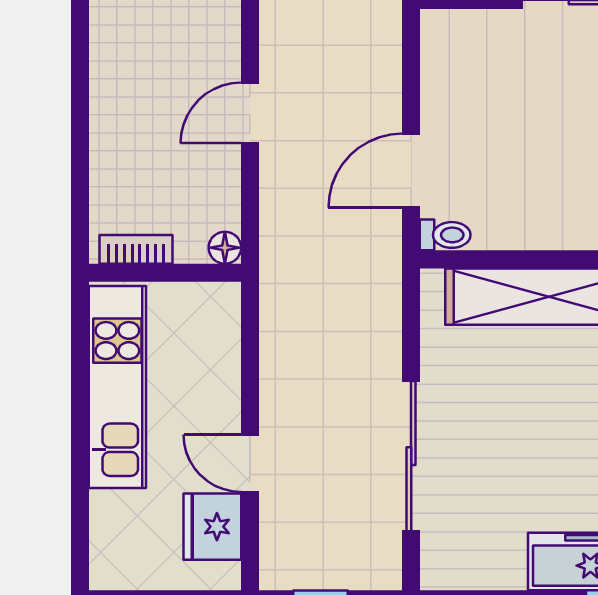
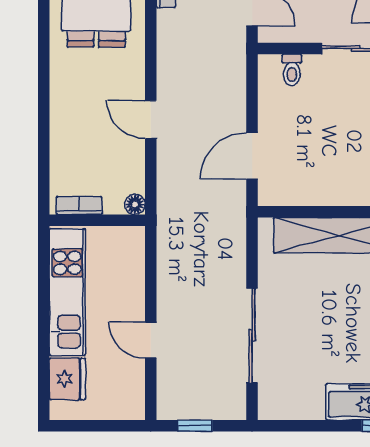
door: (250, 113) -> (151, 120), hinge flipped
toilet: (445, 235) -> (292, 70), moved, turned 90
fridge: (212, 527) -> (67, 379), moved, turned 180

